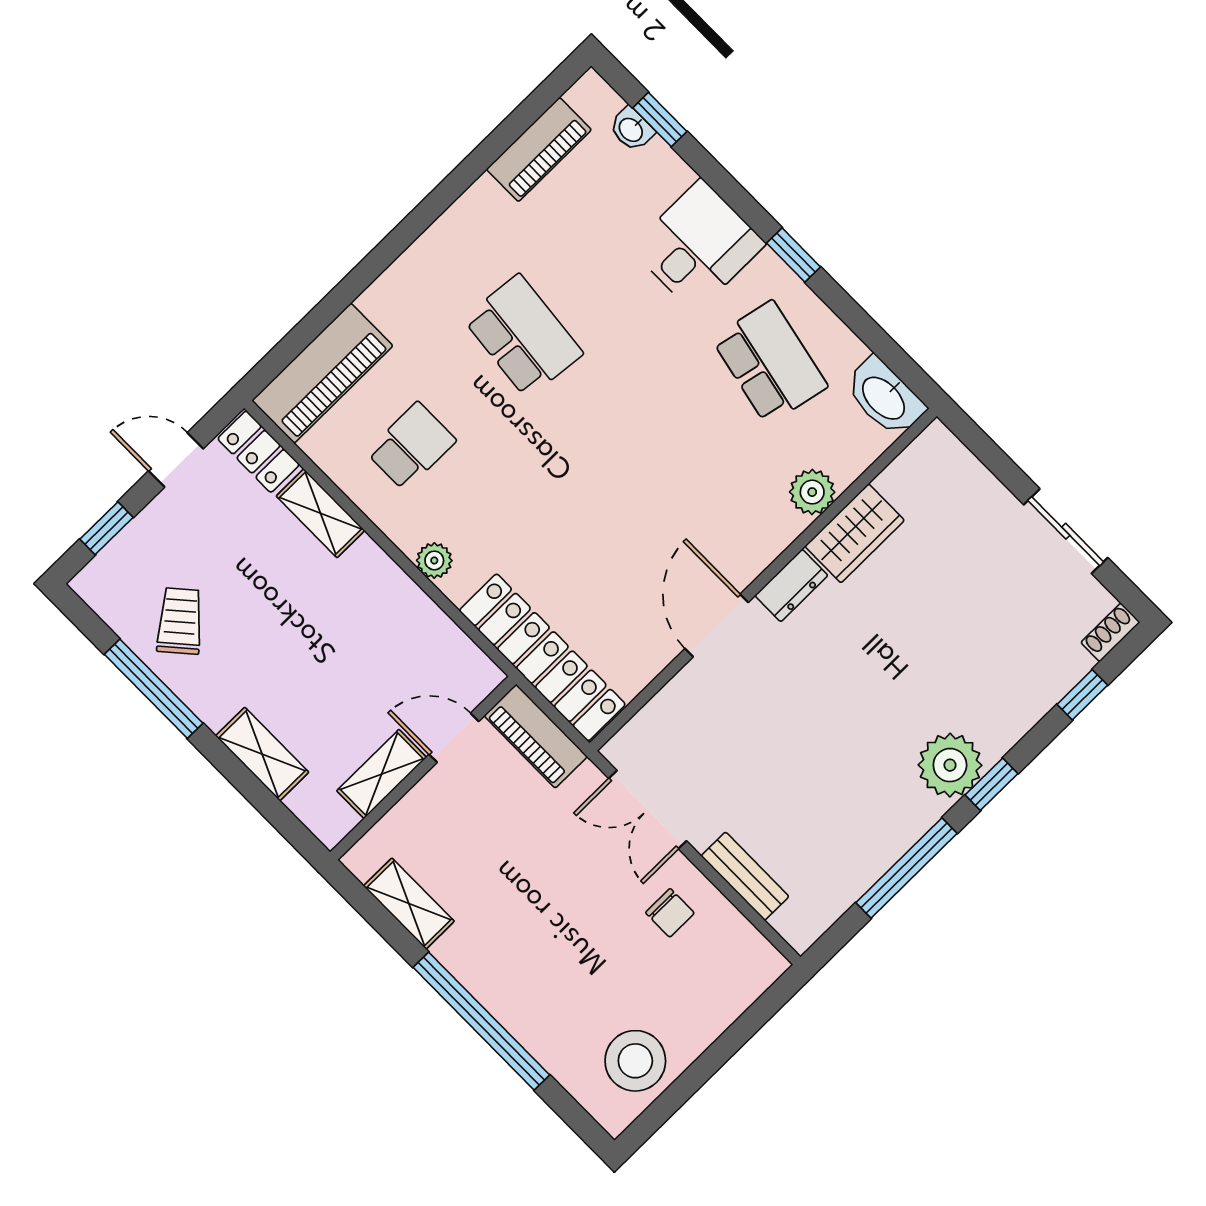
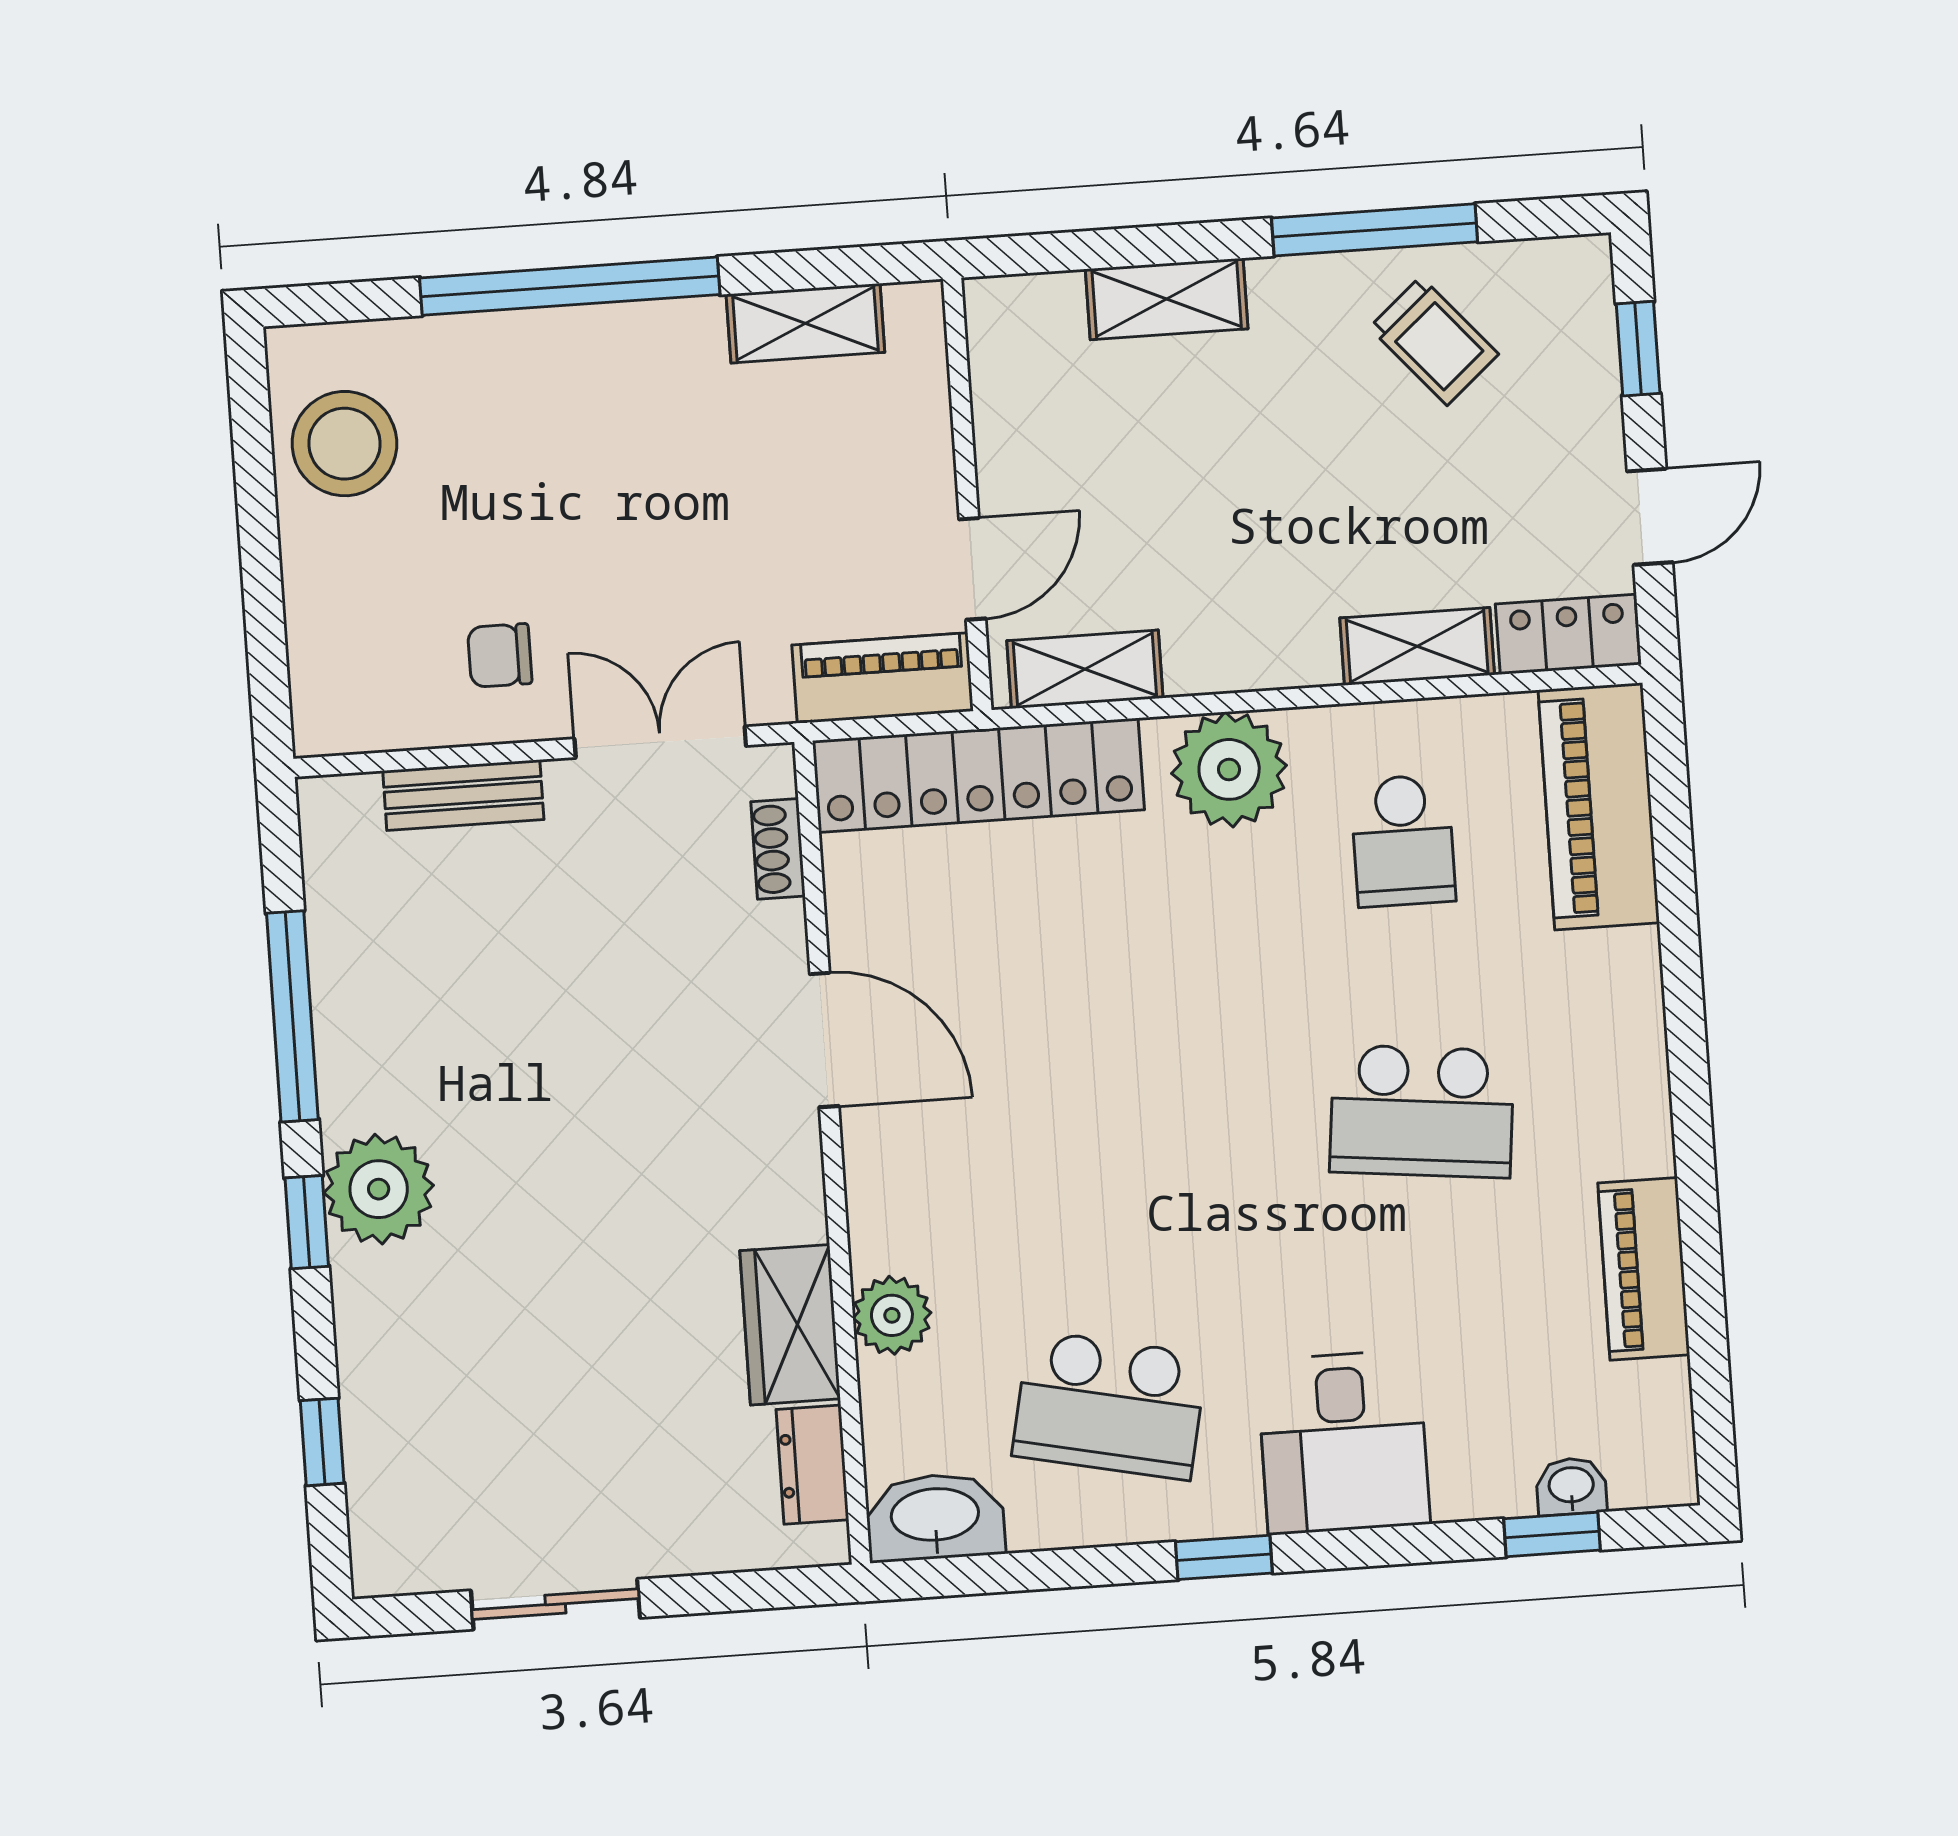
piano: (539, 149) -> (1644, 1269), moved
plant: (434, 560) -> (1229, 769), width x1.87, depth x1.87
dresser: (791, 585) -> (812, 1465), moved
shoe rack: (1110, 632) -> (778, 849), moved, turned 180
shelving: (382, 774) -> (1085, 669), moved, turned 90

